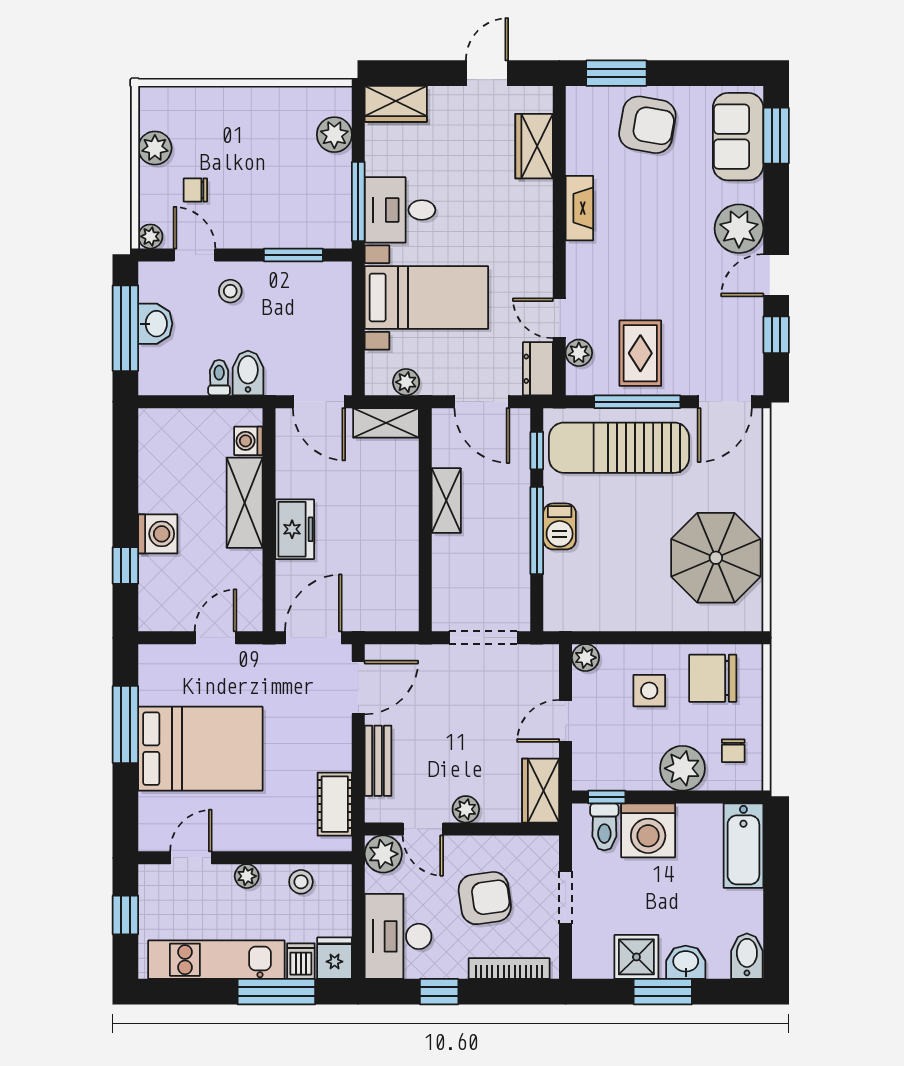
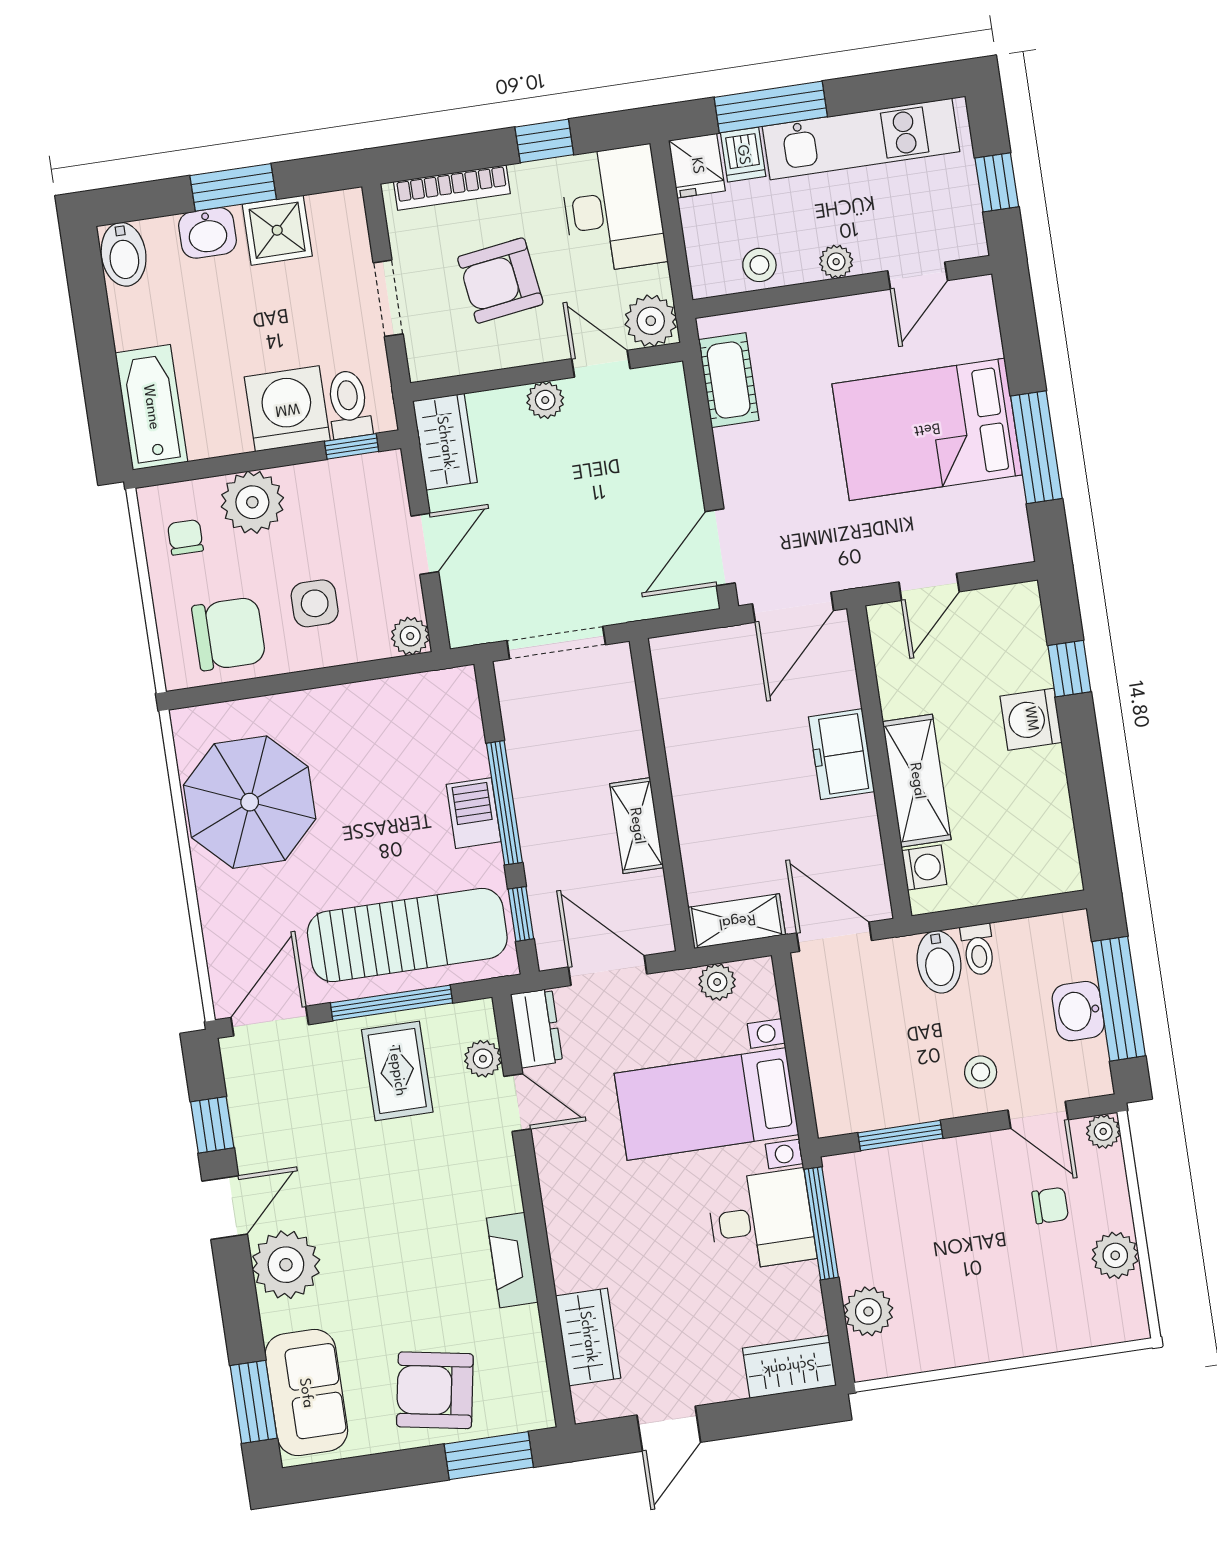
bench: (378, 761) -> (677, 449), removed

